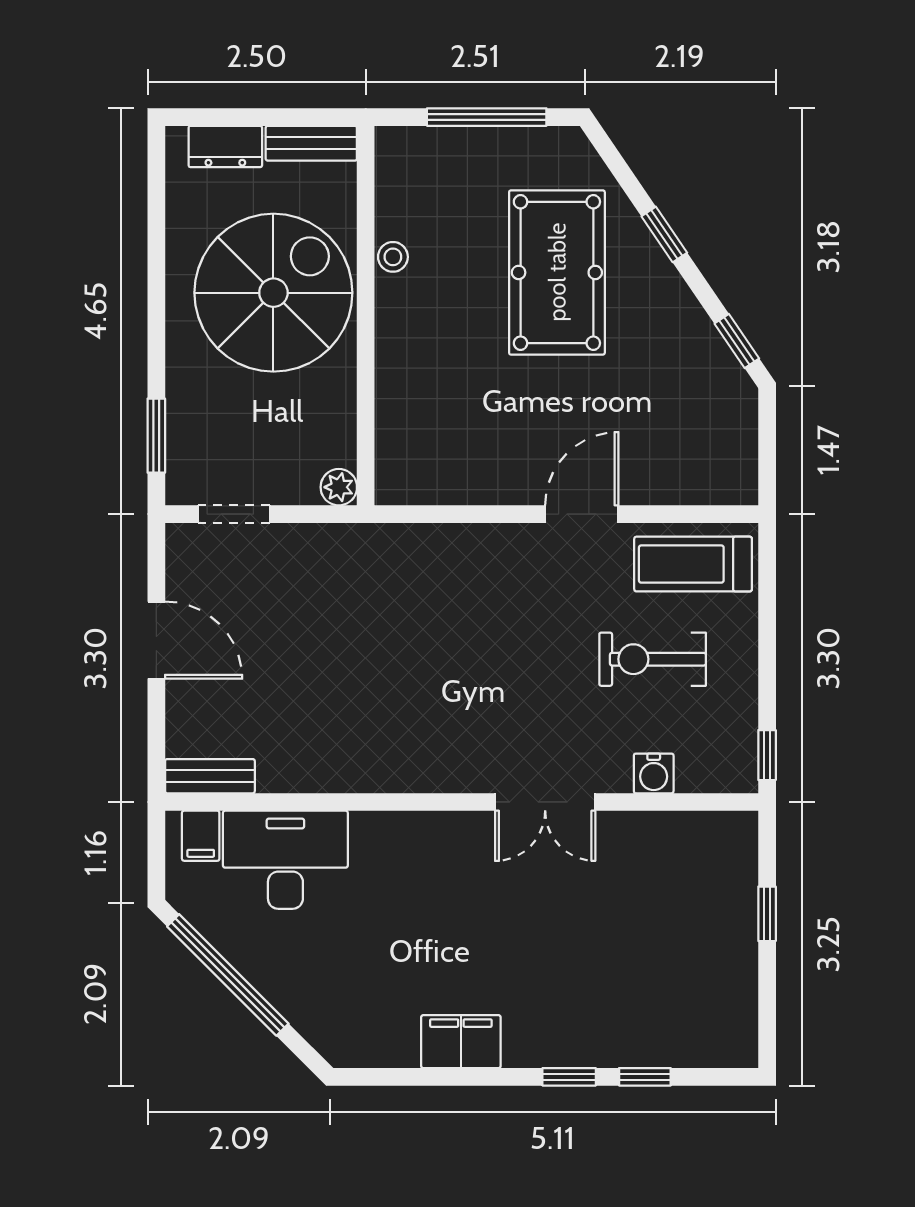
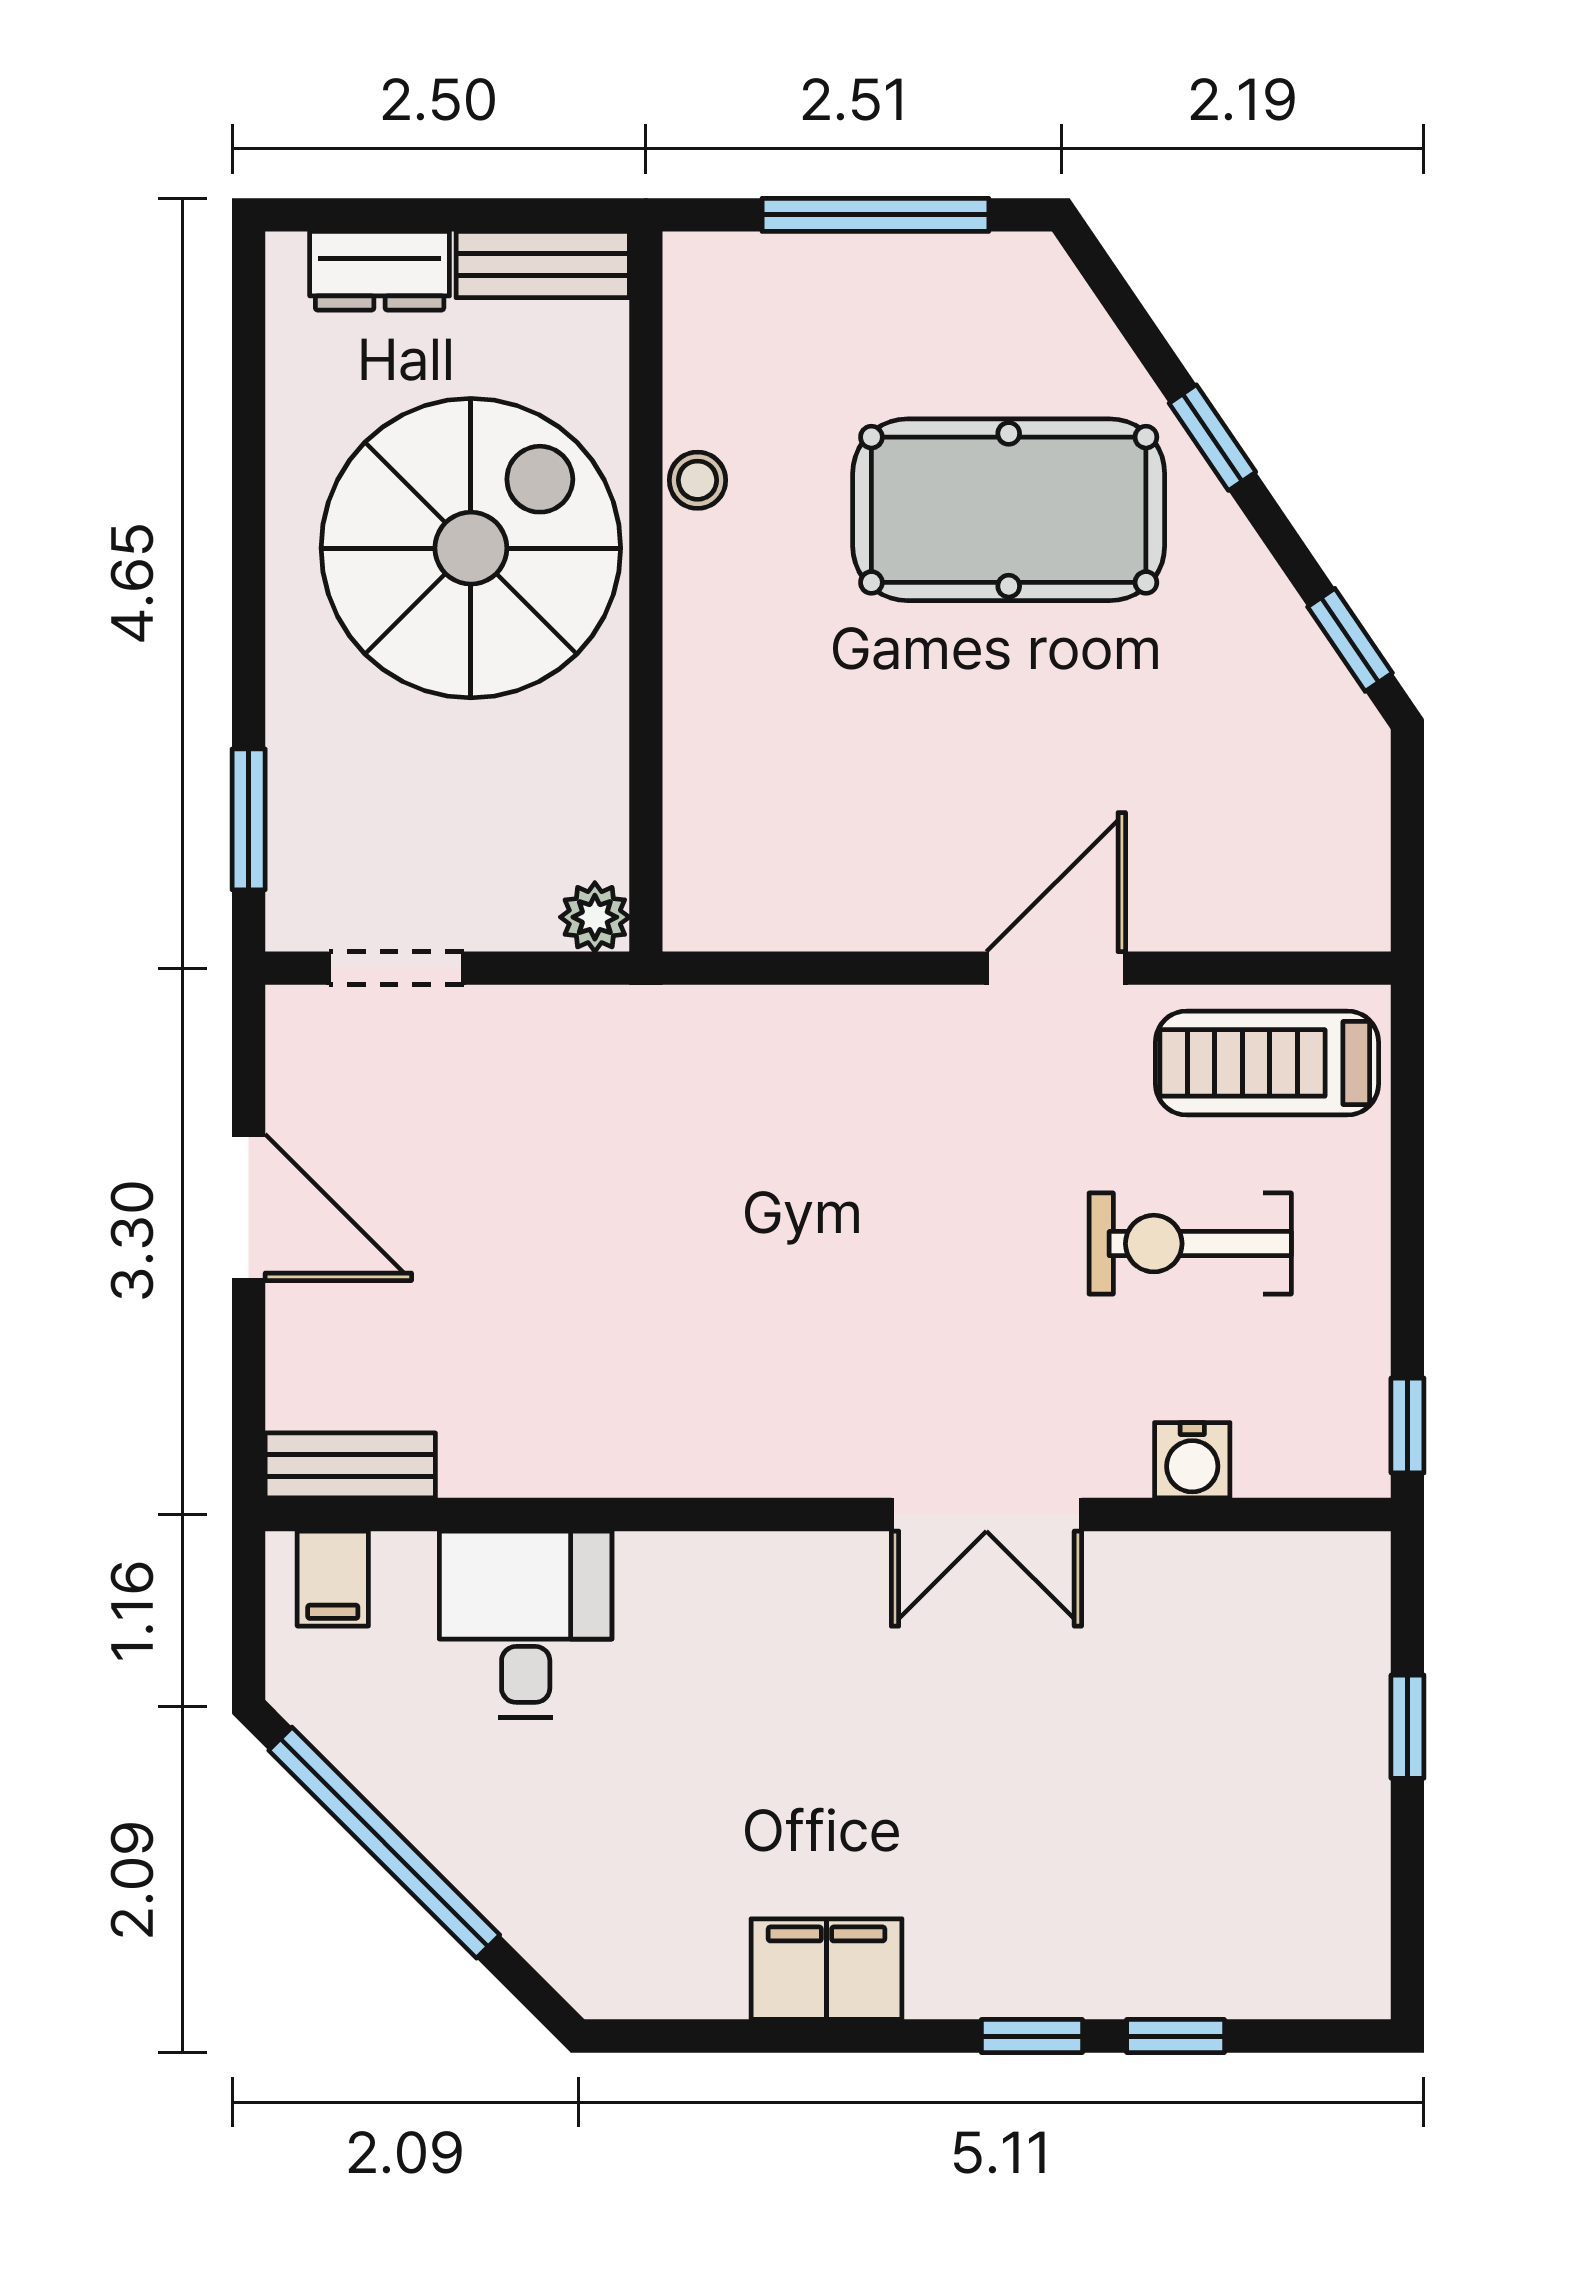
pool table: (557, 272) -> (1009, 510), turned 90
desk: (285, 860) -> (526, 1624), width x0.73

